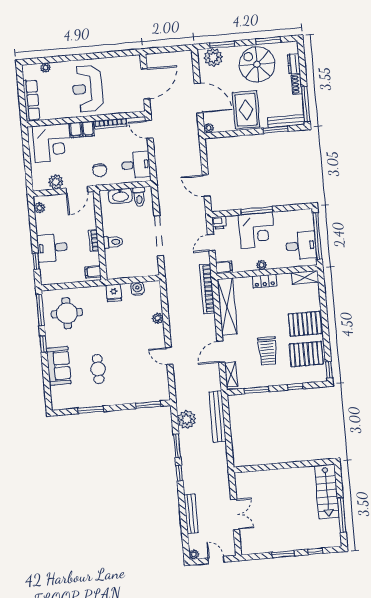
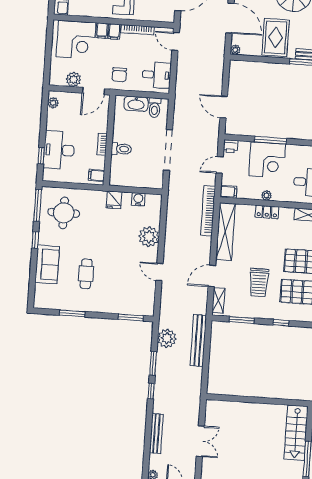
desk: (52, 248) -> (59, 150), width x1.37
plant: (158, 318) -> (149, 237), width x1.88, depth x1.88

